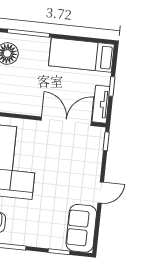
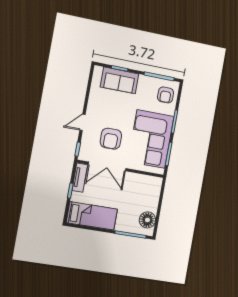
armchair: (64, 158) -> (111, 139), added
door: (101, 193) -> (83, 122), moved
sofa: (81, 228) -> (120, 80), moved, turned 90

